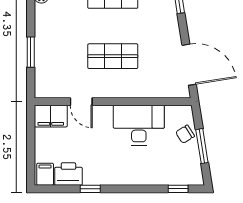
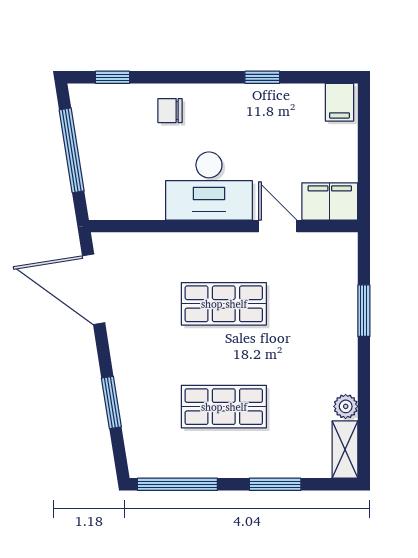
desk: (139, 125) -> (209, 186), moved
chair: (185, 134) -> (170, 111), moved, turned -148
window: (202, 146) -> (72, 150), width x1.44
printer: (68, 174) -> (300, 103), removed

